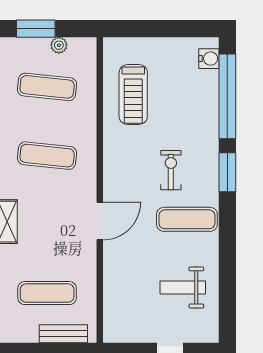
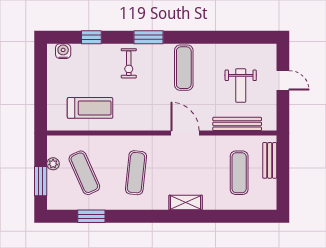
exercise mat: (47, 87) -> (84, 173), turned -30
window: (227, 96) -> (91, 37), width x0.32
exercise bike: (171, 170) -> (129, 63), moved, turned -90
weight bench: (183, 287) -> (241, 85), moved
bench: (112, 290) -> (237, 124), added

